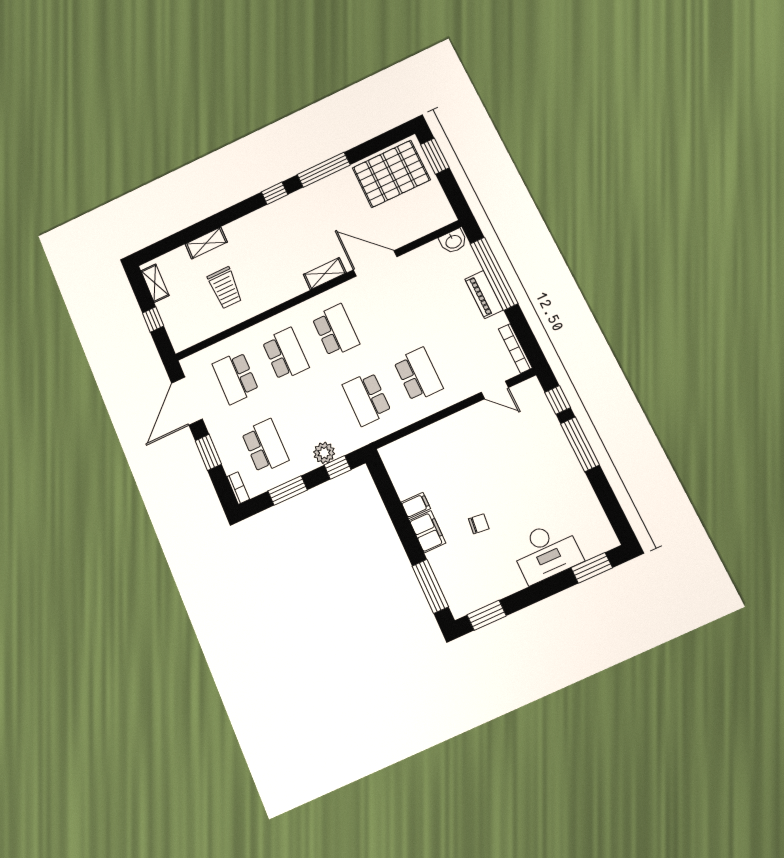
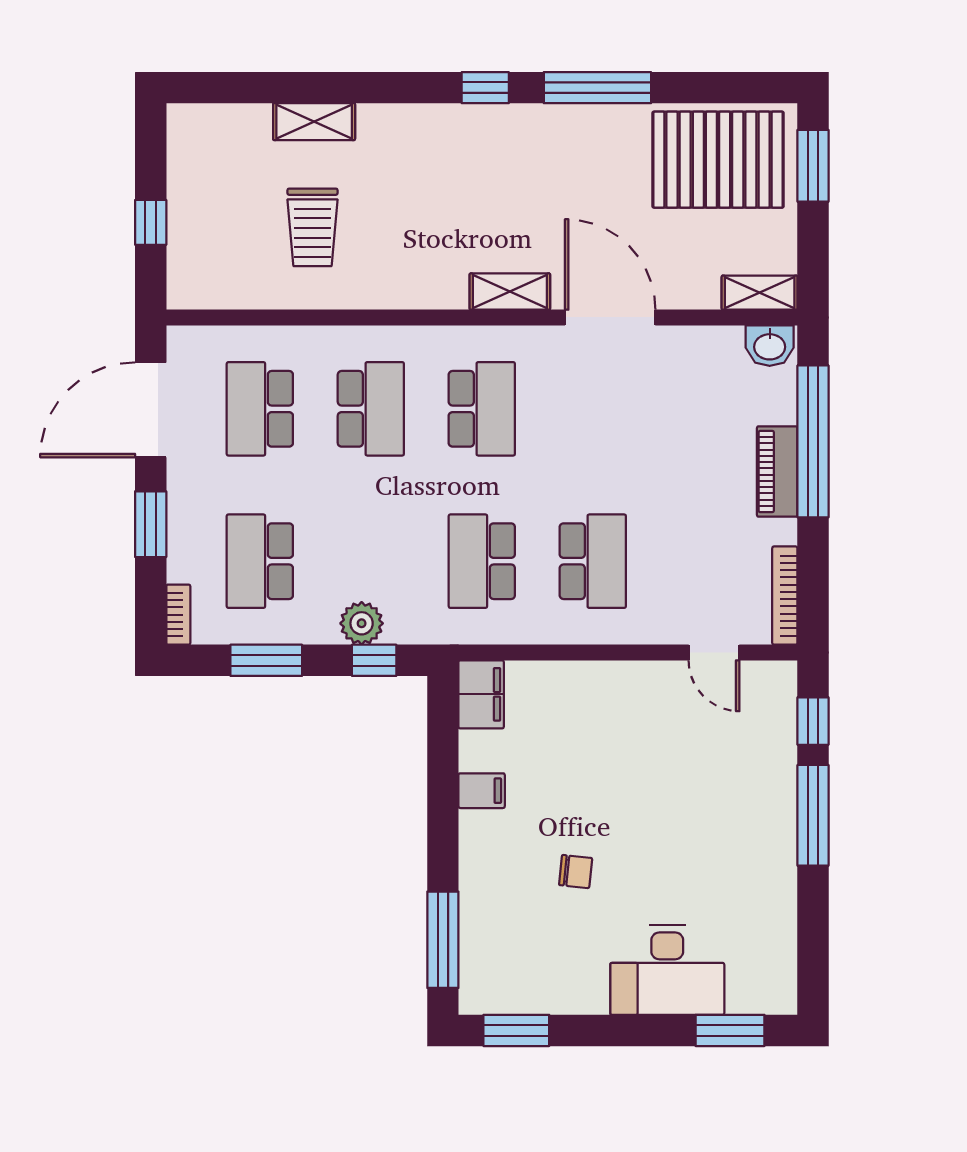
shelving: (155, 283) -> (760, 293), moved, turned 90
school desk: (265, 446) -> (260, 561), turned 180
filing cabinet: (427, 532) -> (481, 694), moved

